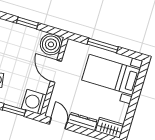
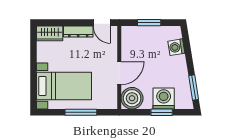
door: (56, 71) -> (119, 73), hinge flipped
washing machine: (34, 102) -> (164, 99), moved, turned -90

